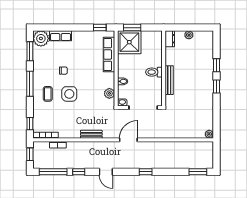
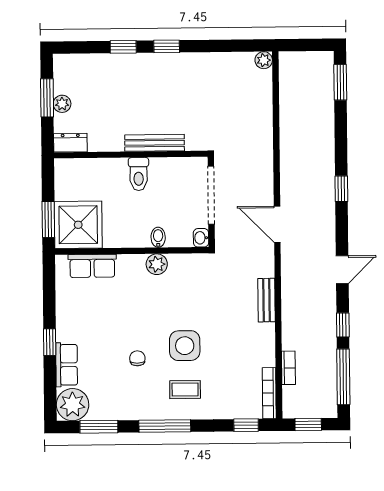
window: (100, 28) -> (50, 342), moved
window: (192, 28) -> (47, 98), added
row of seats: (109, 55) -> (92, 266), width x0.68
plant: (109, 93) -> (157, 264), moved

